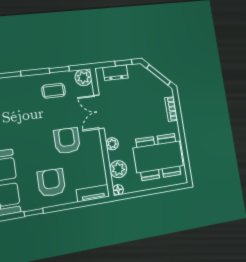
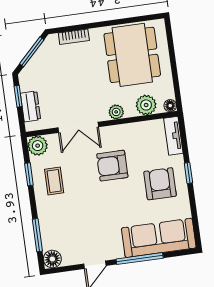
armchair: (51, 183) -> (160, 184), turned 90
window: (34, 212) -> (188, 173), moved

